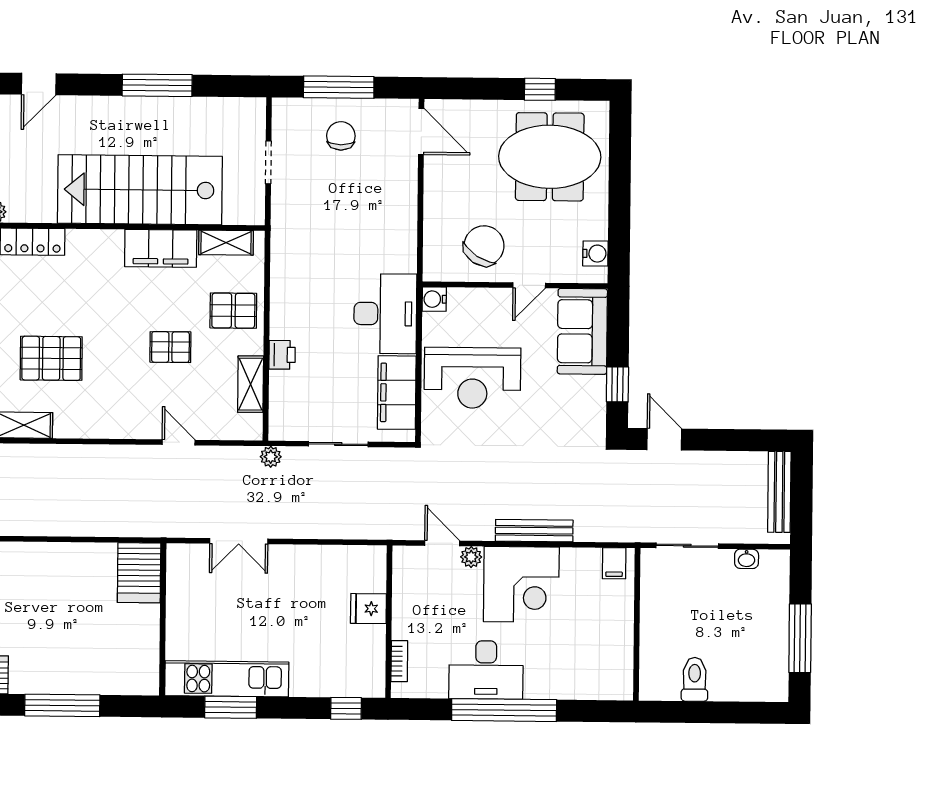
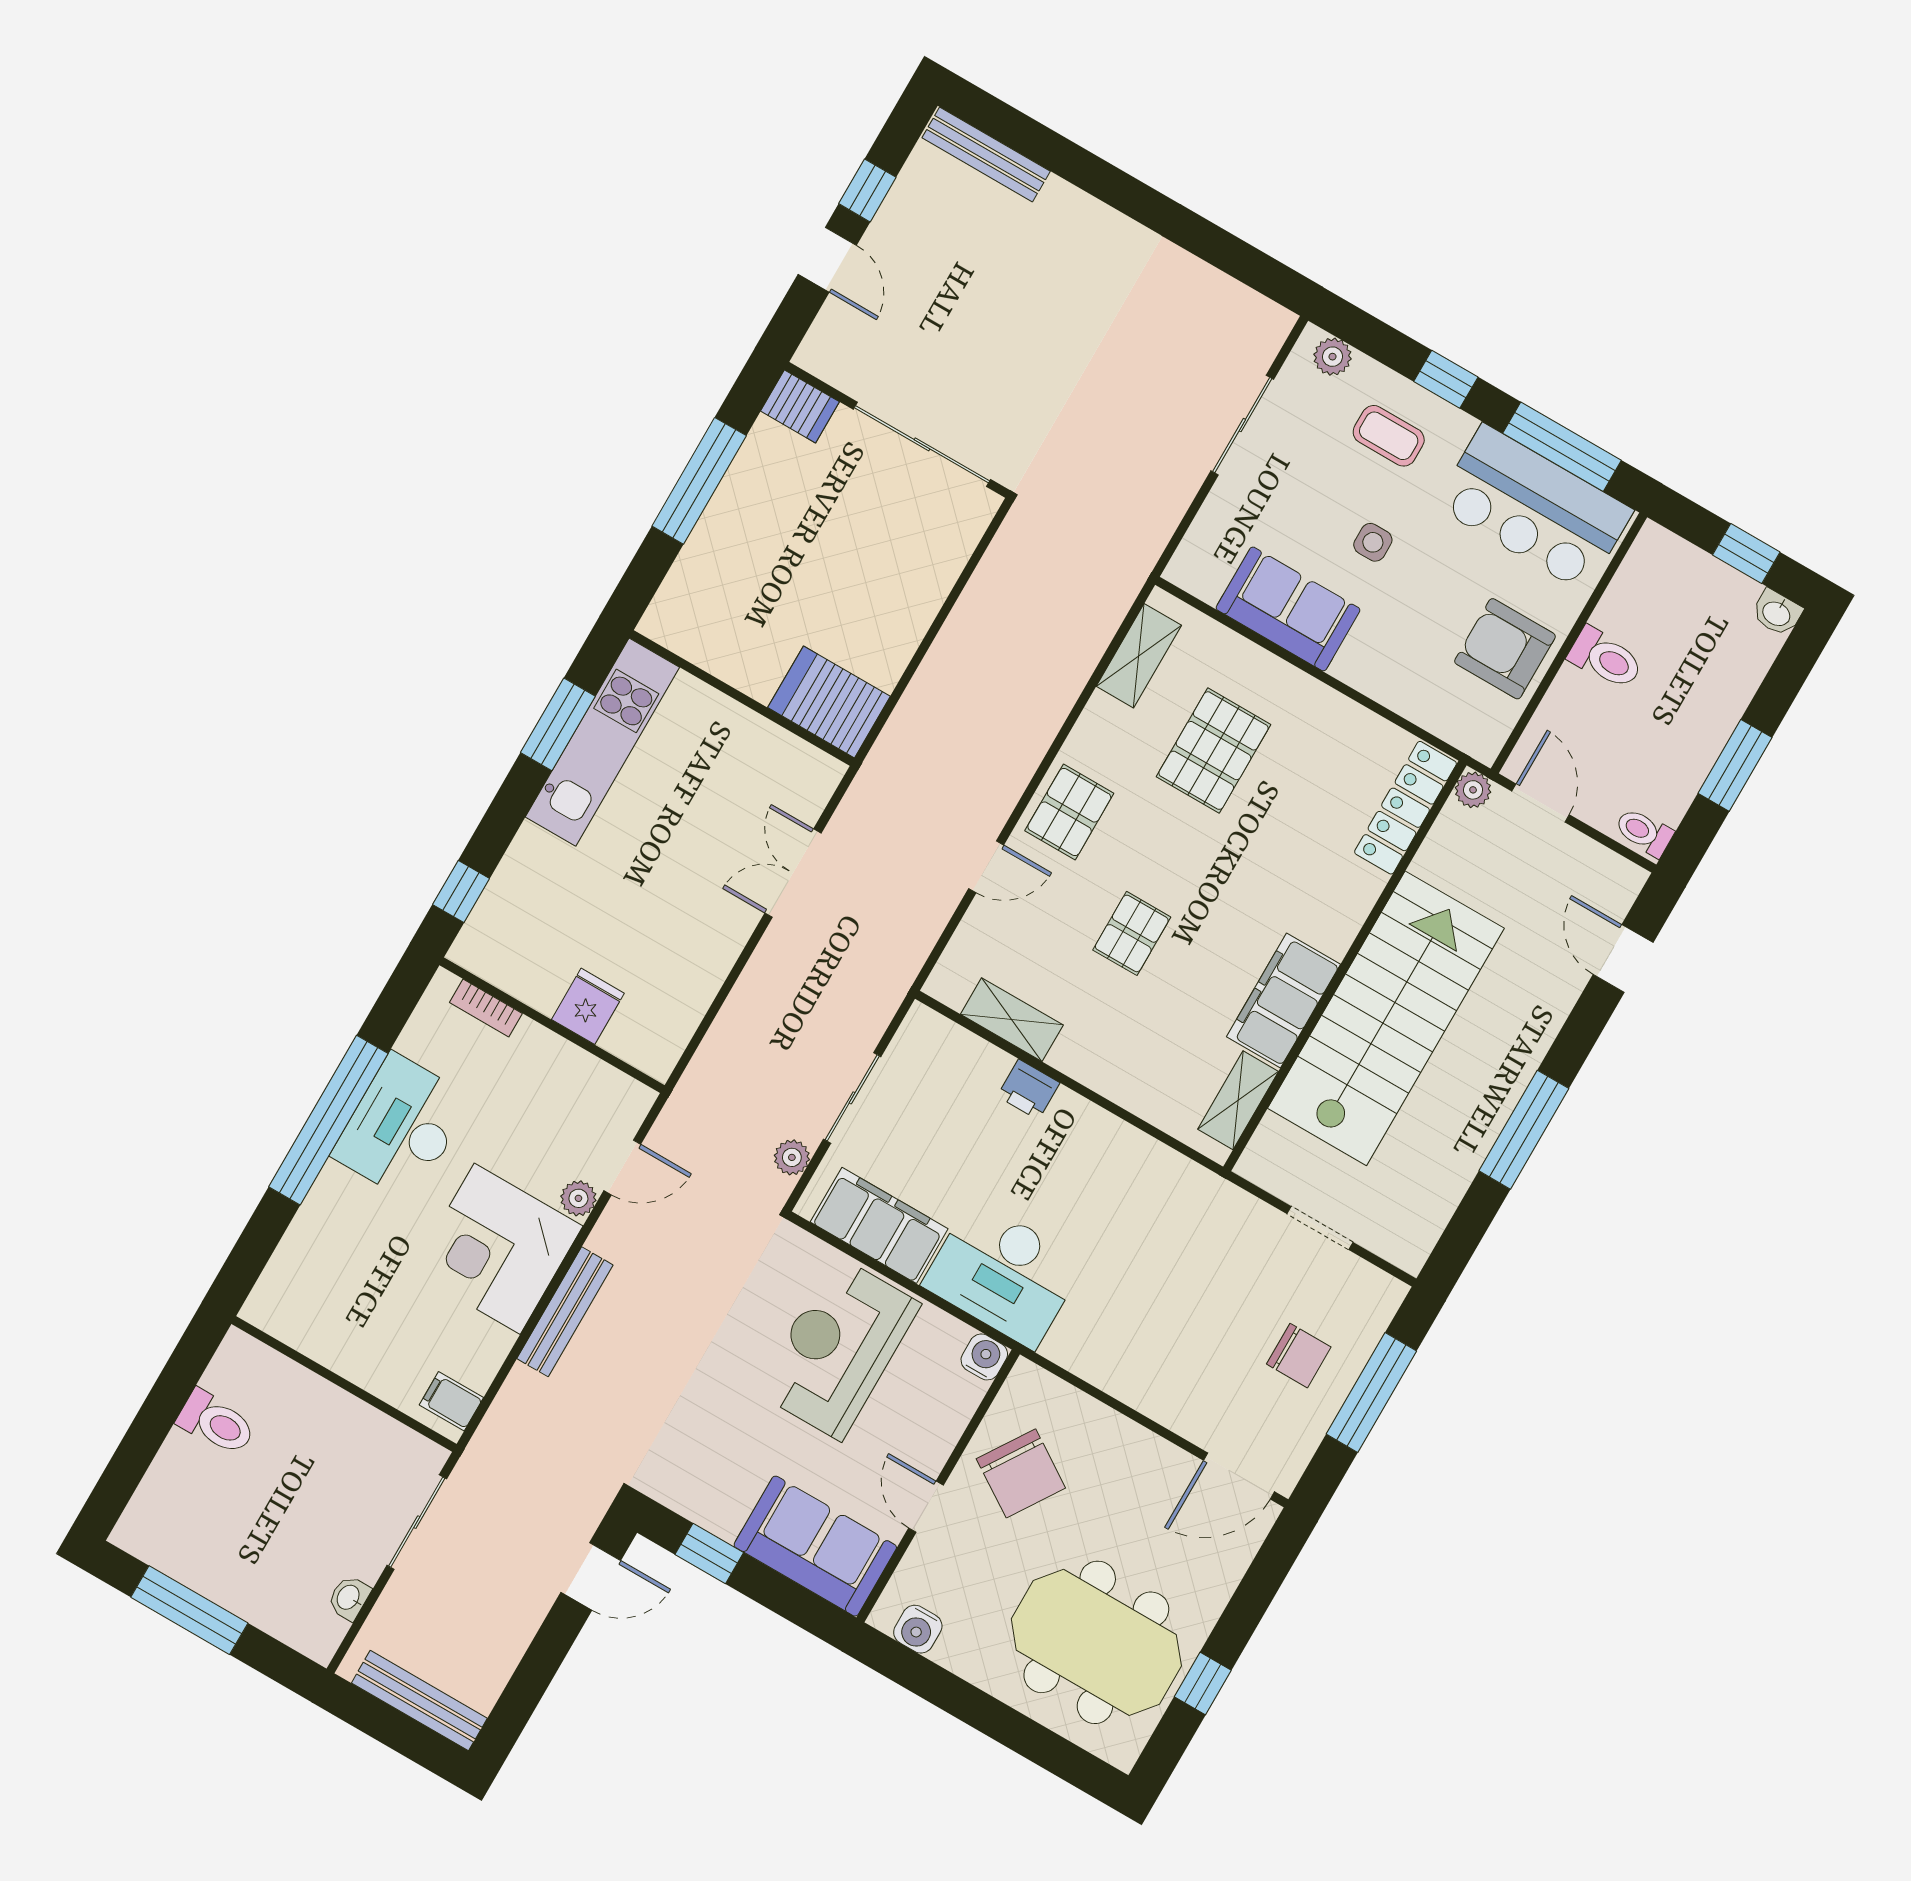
meeting table: (550, 157) -> (1096, 1642), turned 90
pallet: (233, 311) -> (1069, 812), moved
plant: (271, 457) -> (792, 1157), moved

